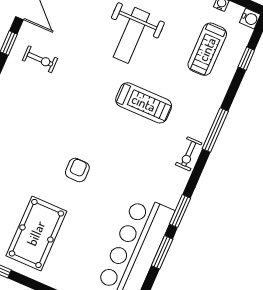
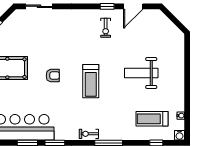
treadmill: (144, 103) -> (91, 81), moved

